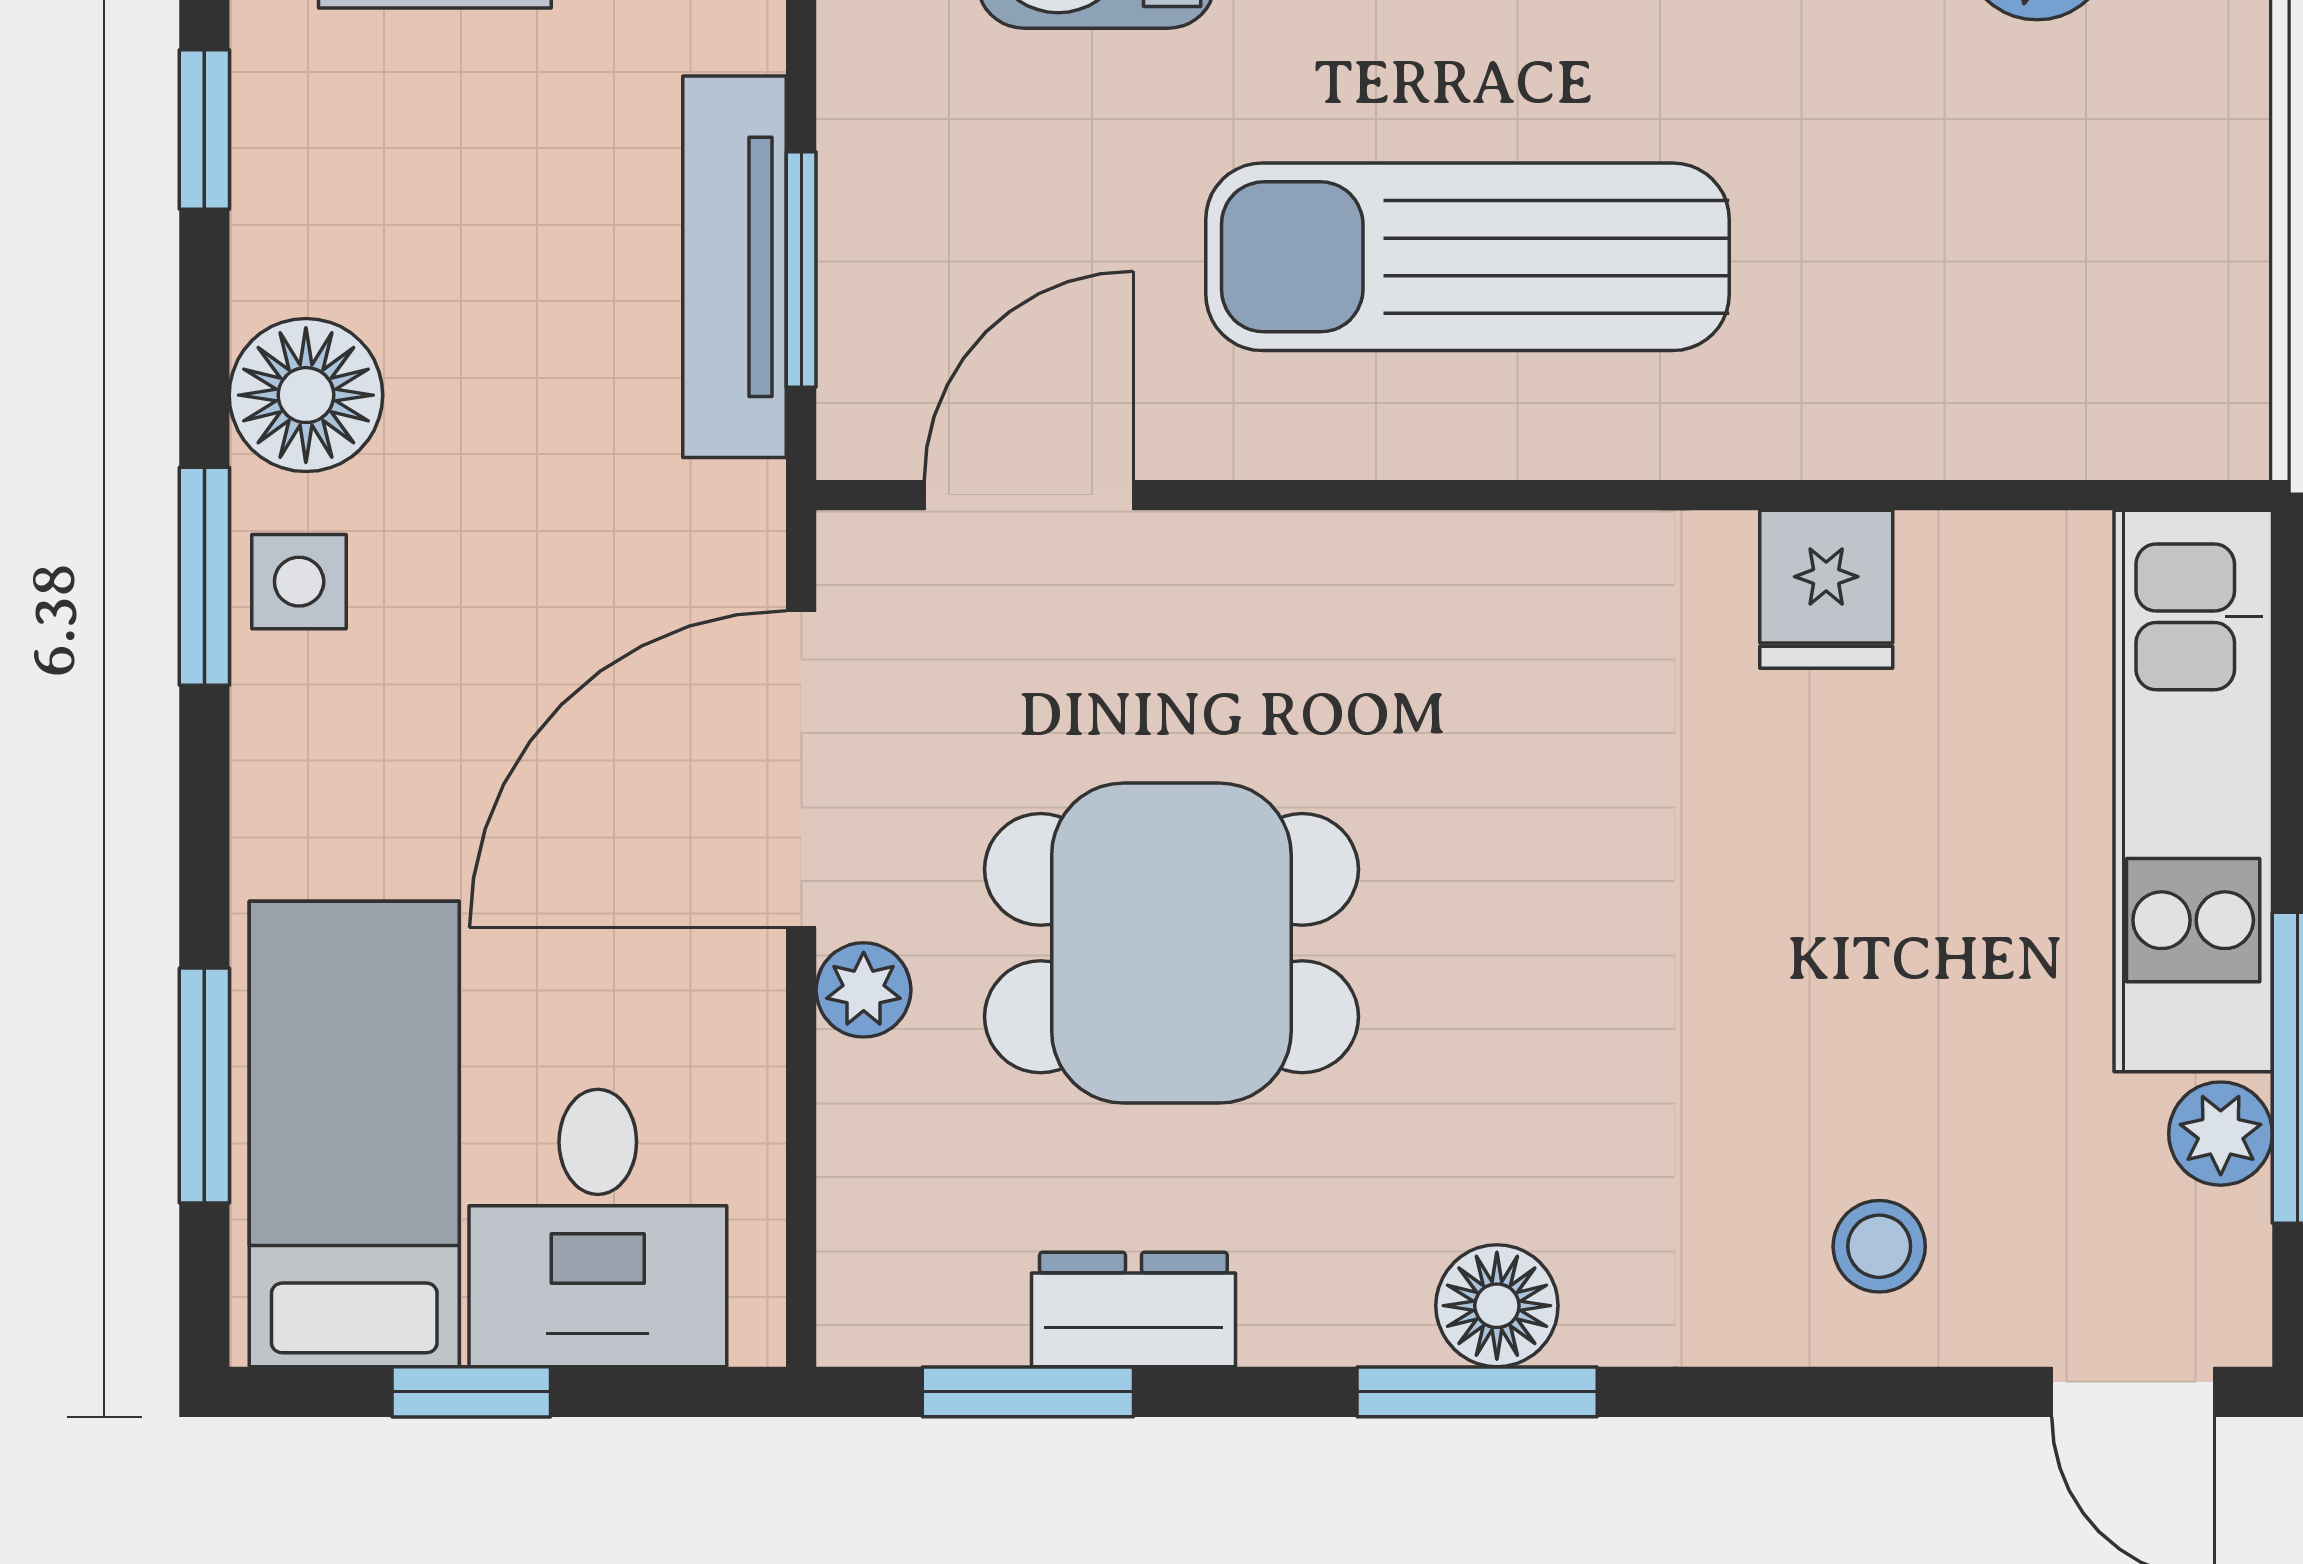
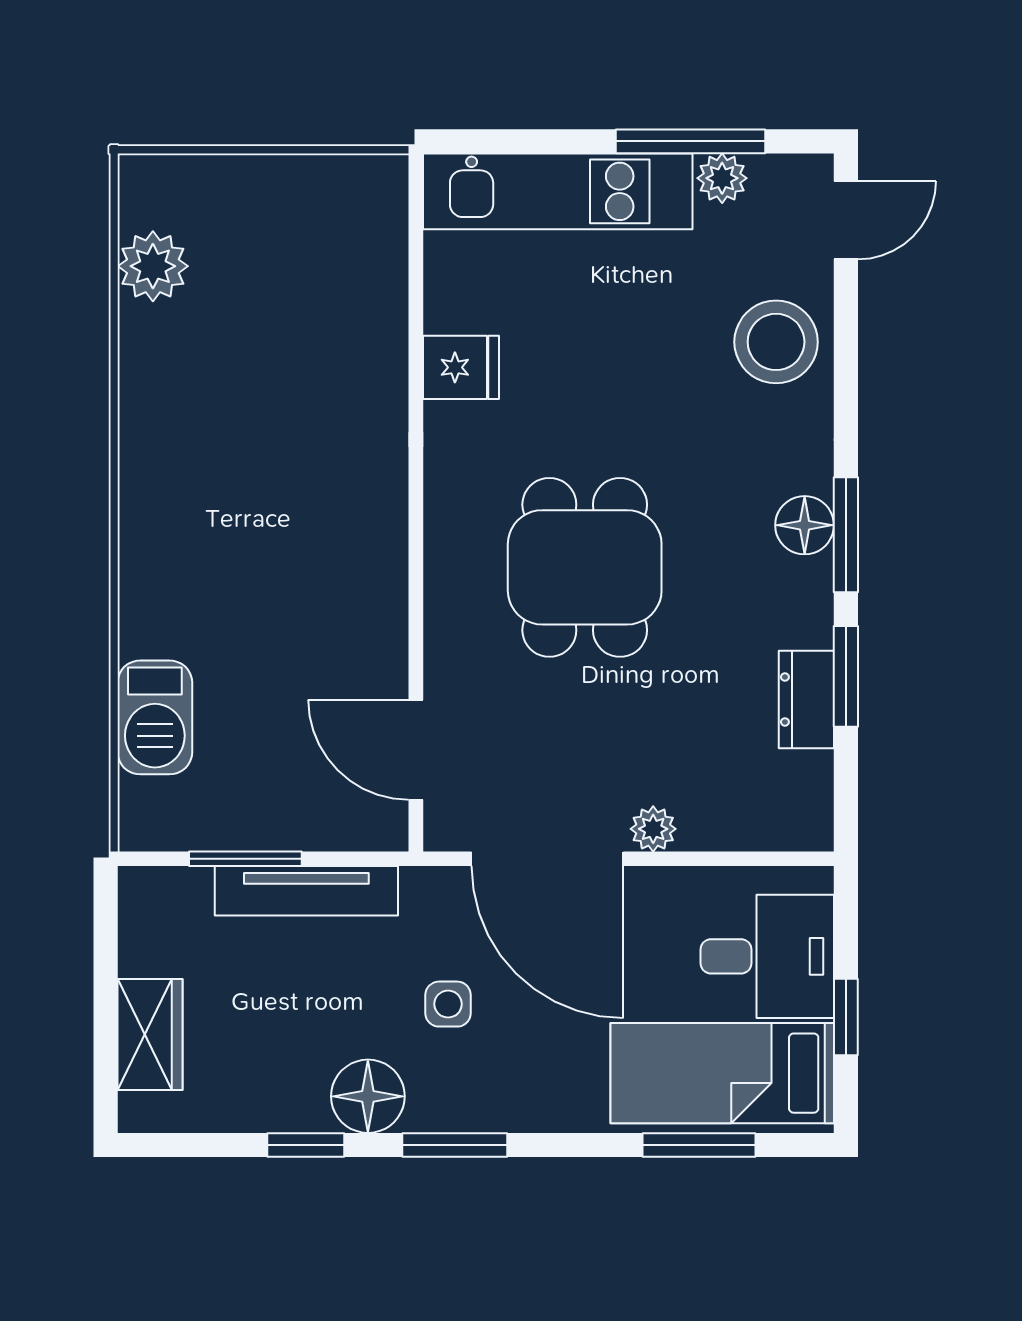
window: (204, 129) -> (306, 1145), moved
sun lounger: (1467, 257) -> (302, 539), removed
window: (801, 270) -> (245, 859), moved
side table: (299, 582) -> (448, 1004), moved
dining table: (1171, 943) -> (585, 567), moved
stool: (1879, 1246) -> (776, 342), width x1.89, depth x1.89
window: (1028, 1392) -> (846, 676), moved

